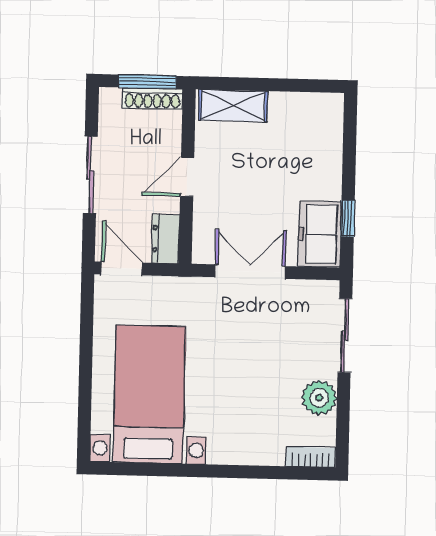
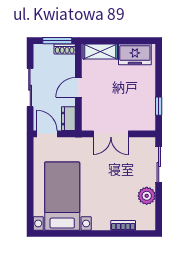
shoe rack: (152, 99) -> (65, 49), width x0.70
freezer: (320, 234) -> (135, 54), moved, turned -90
double door: (250, 272) -> (111, 134), swing flipped
bookcase: (311, 457) -> (123, 225), moved

